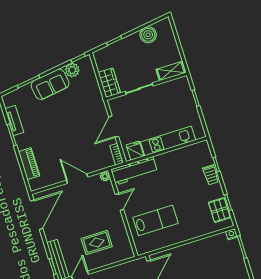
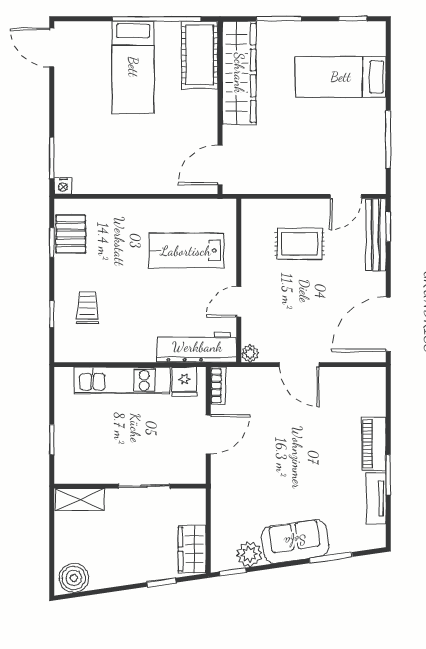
boiler: (148, 35) -> (74, 578), moved
wardrobe: (109, 83) -> (192, 549), moved
piano: (29, 164) -> (374, 444), moved
trolley: (211, 175) -> (87, 308), moved

